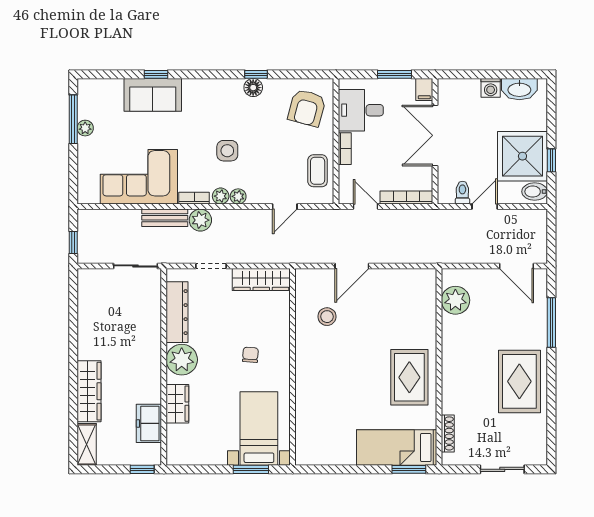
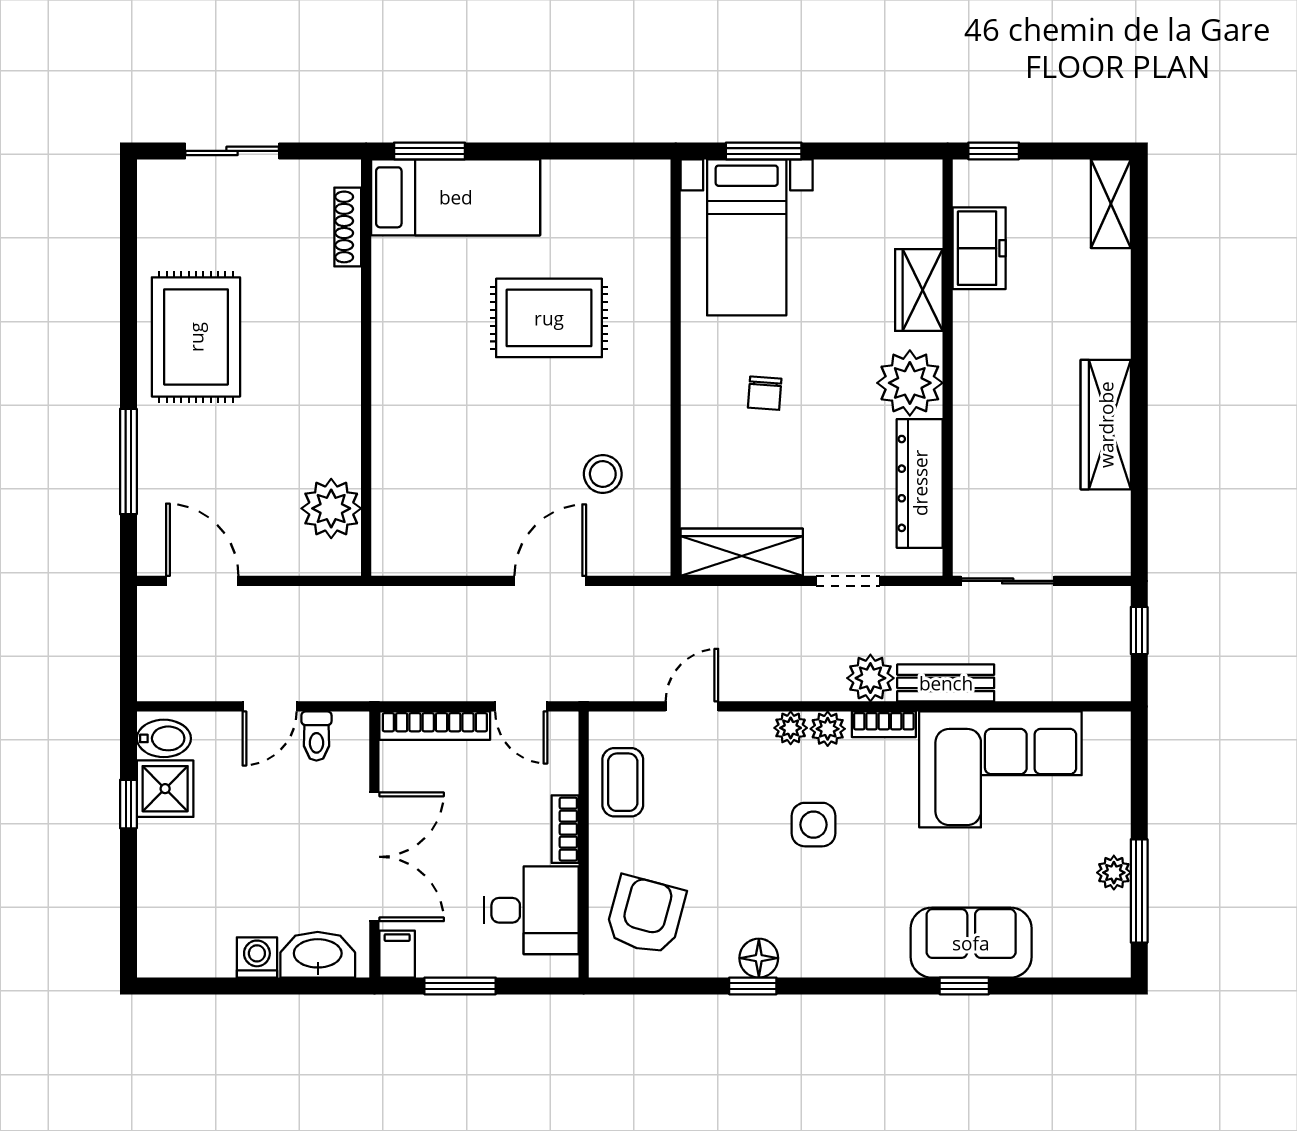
washbasin: (519, 89) -> (318, 955), moved
shower: (522, 156) -> (165, 789), width x0.54, depth x0.54
rug: (409, 377) -> (549, 318), moved, turned 90
wardrobe: (89, 391) -> (1106, 425), moved

